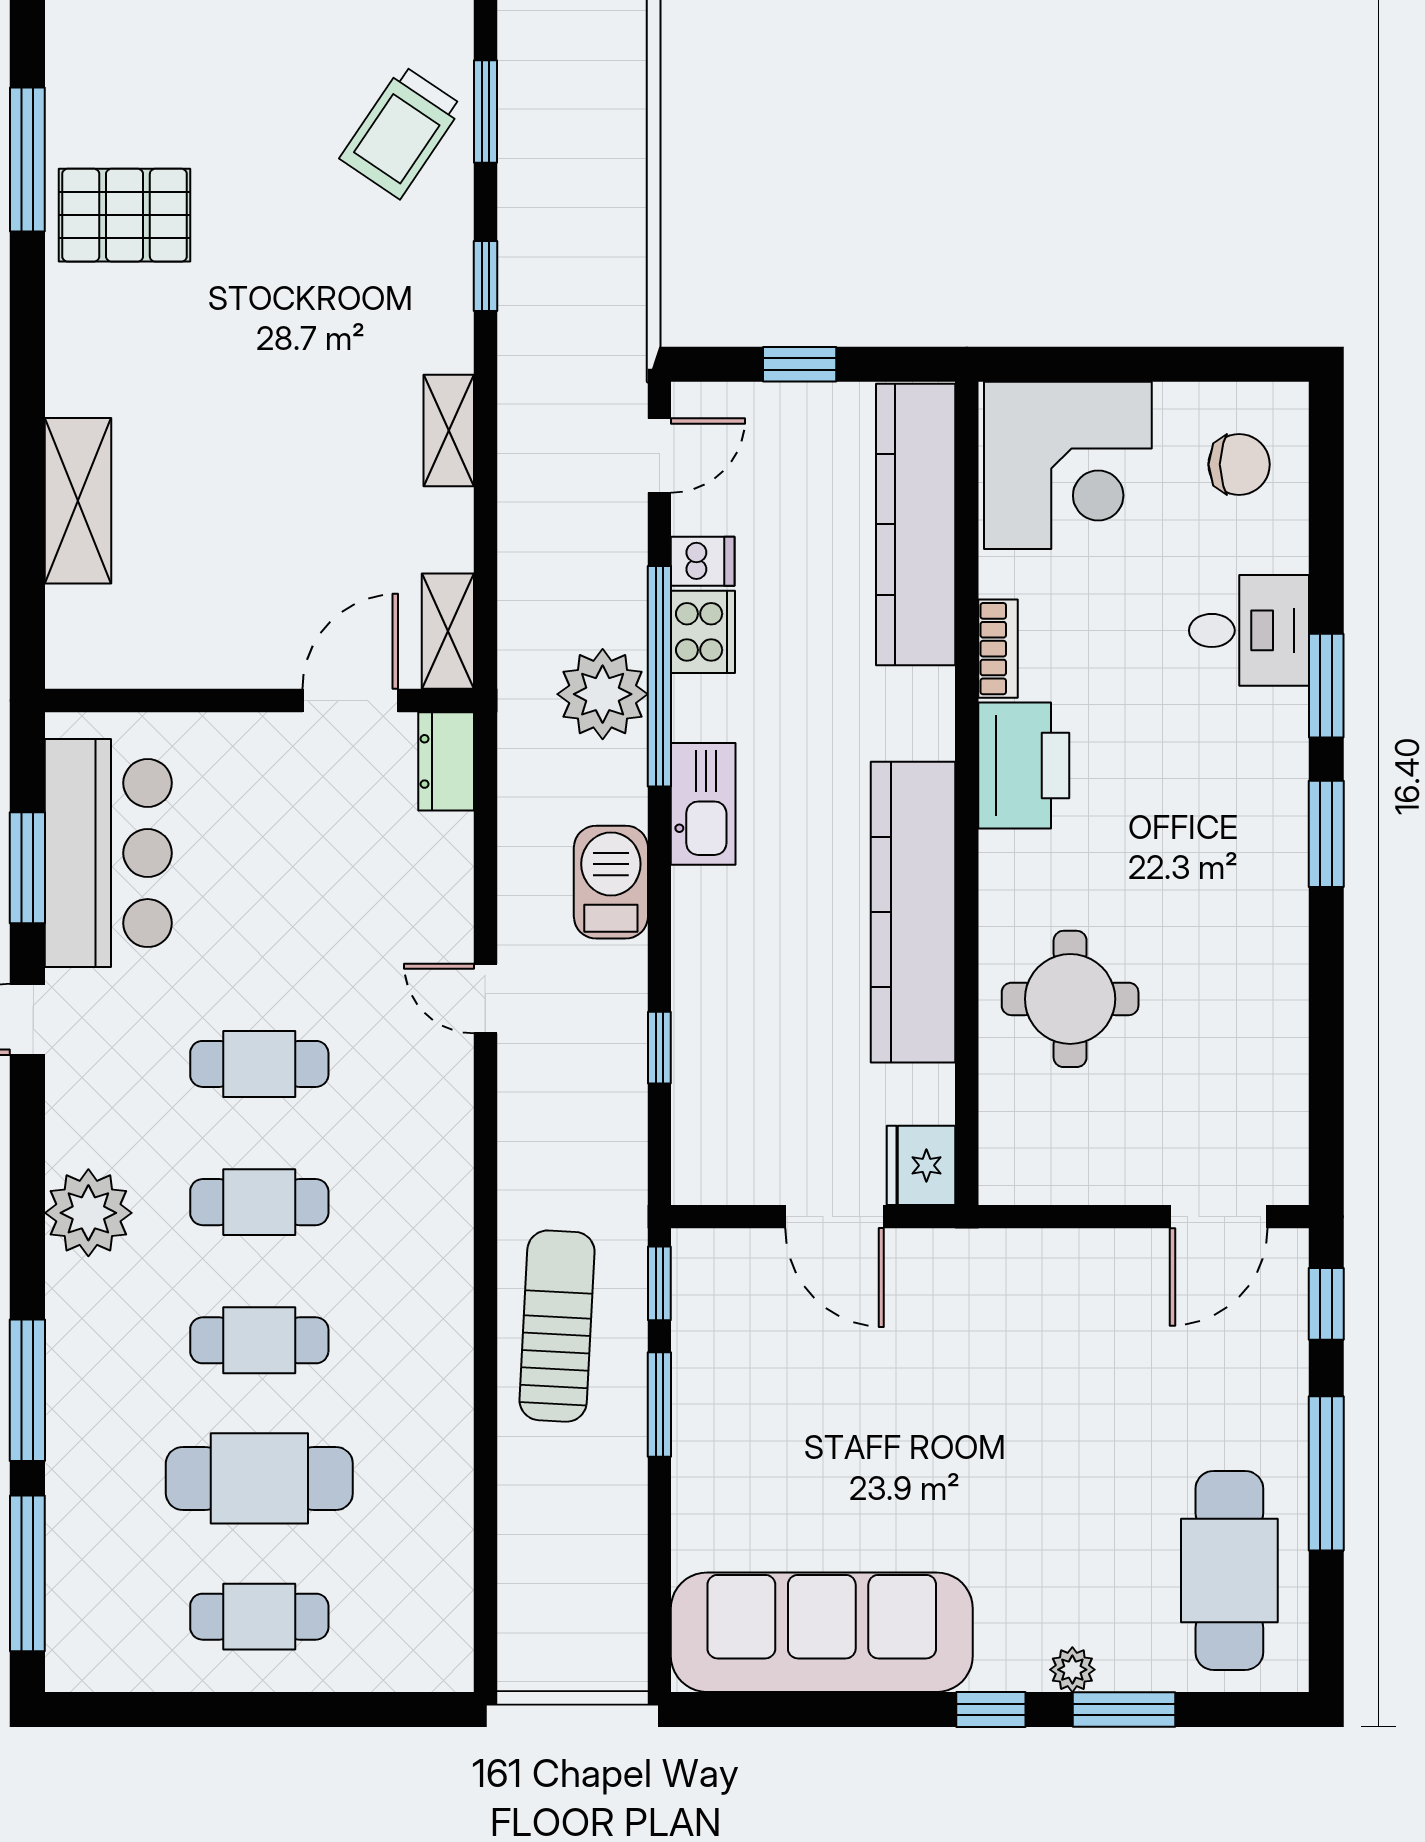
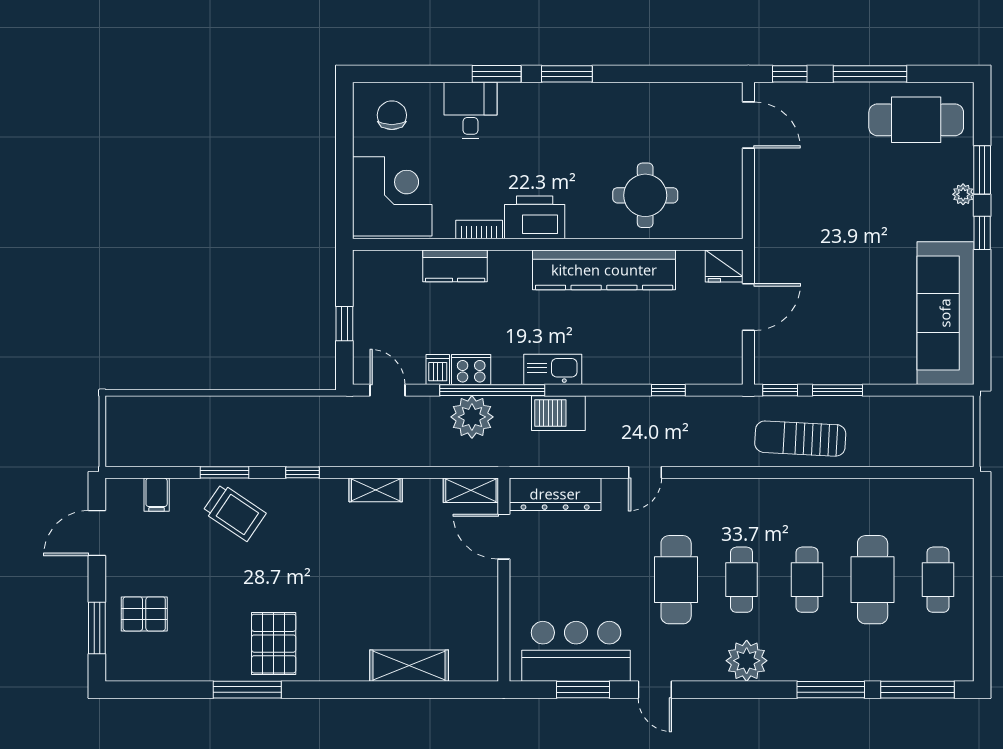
kitchen counter: (916, 524) -> (455, 266), width x0.48, depth x0.86
plant: (603, 694) -> (472, 417), moved
dresser: (446, 761) -> (555, 494), width x1.96, depth x1.24
barbecue: (611, 882) -> (558, 413), moved
cafe table: (259, 1064) -> (676, 580), width x1.37, depth x1.35

